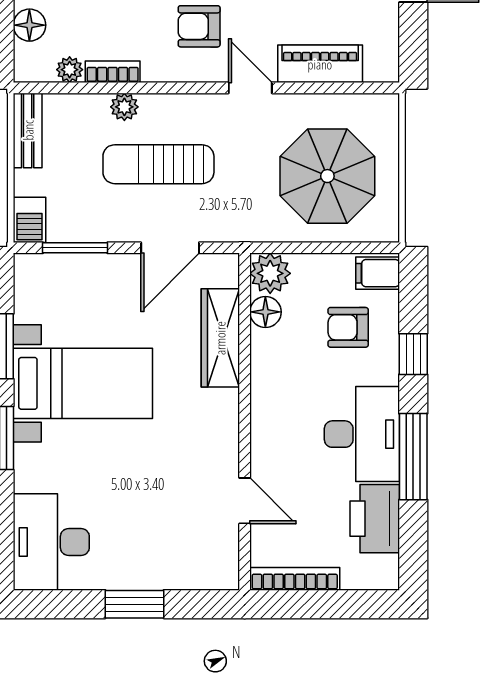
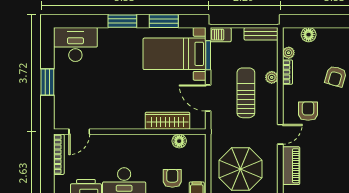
plant: (270, 273) -> (197, 143), removed
bed with nightstands: (83, 383) -> (174, 54), moved, turned 90
door: (245, 501) -> (79, 132), moved

